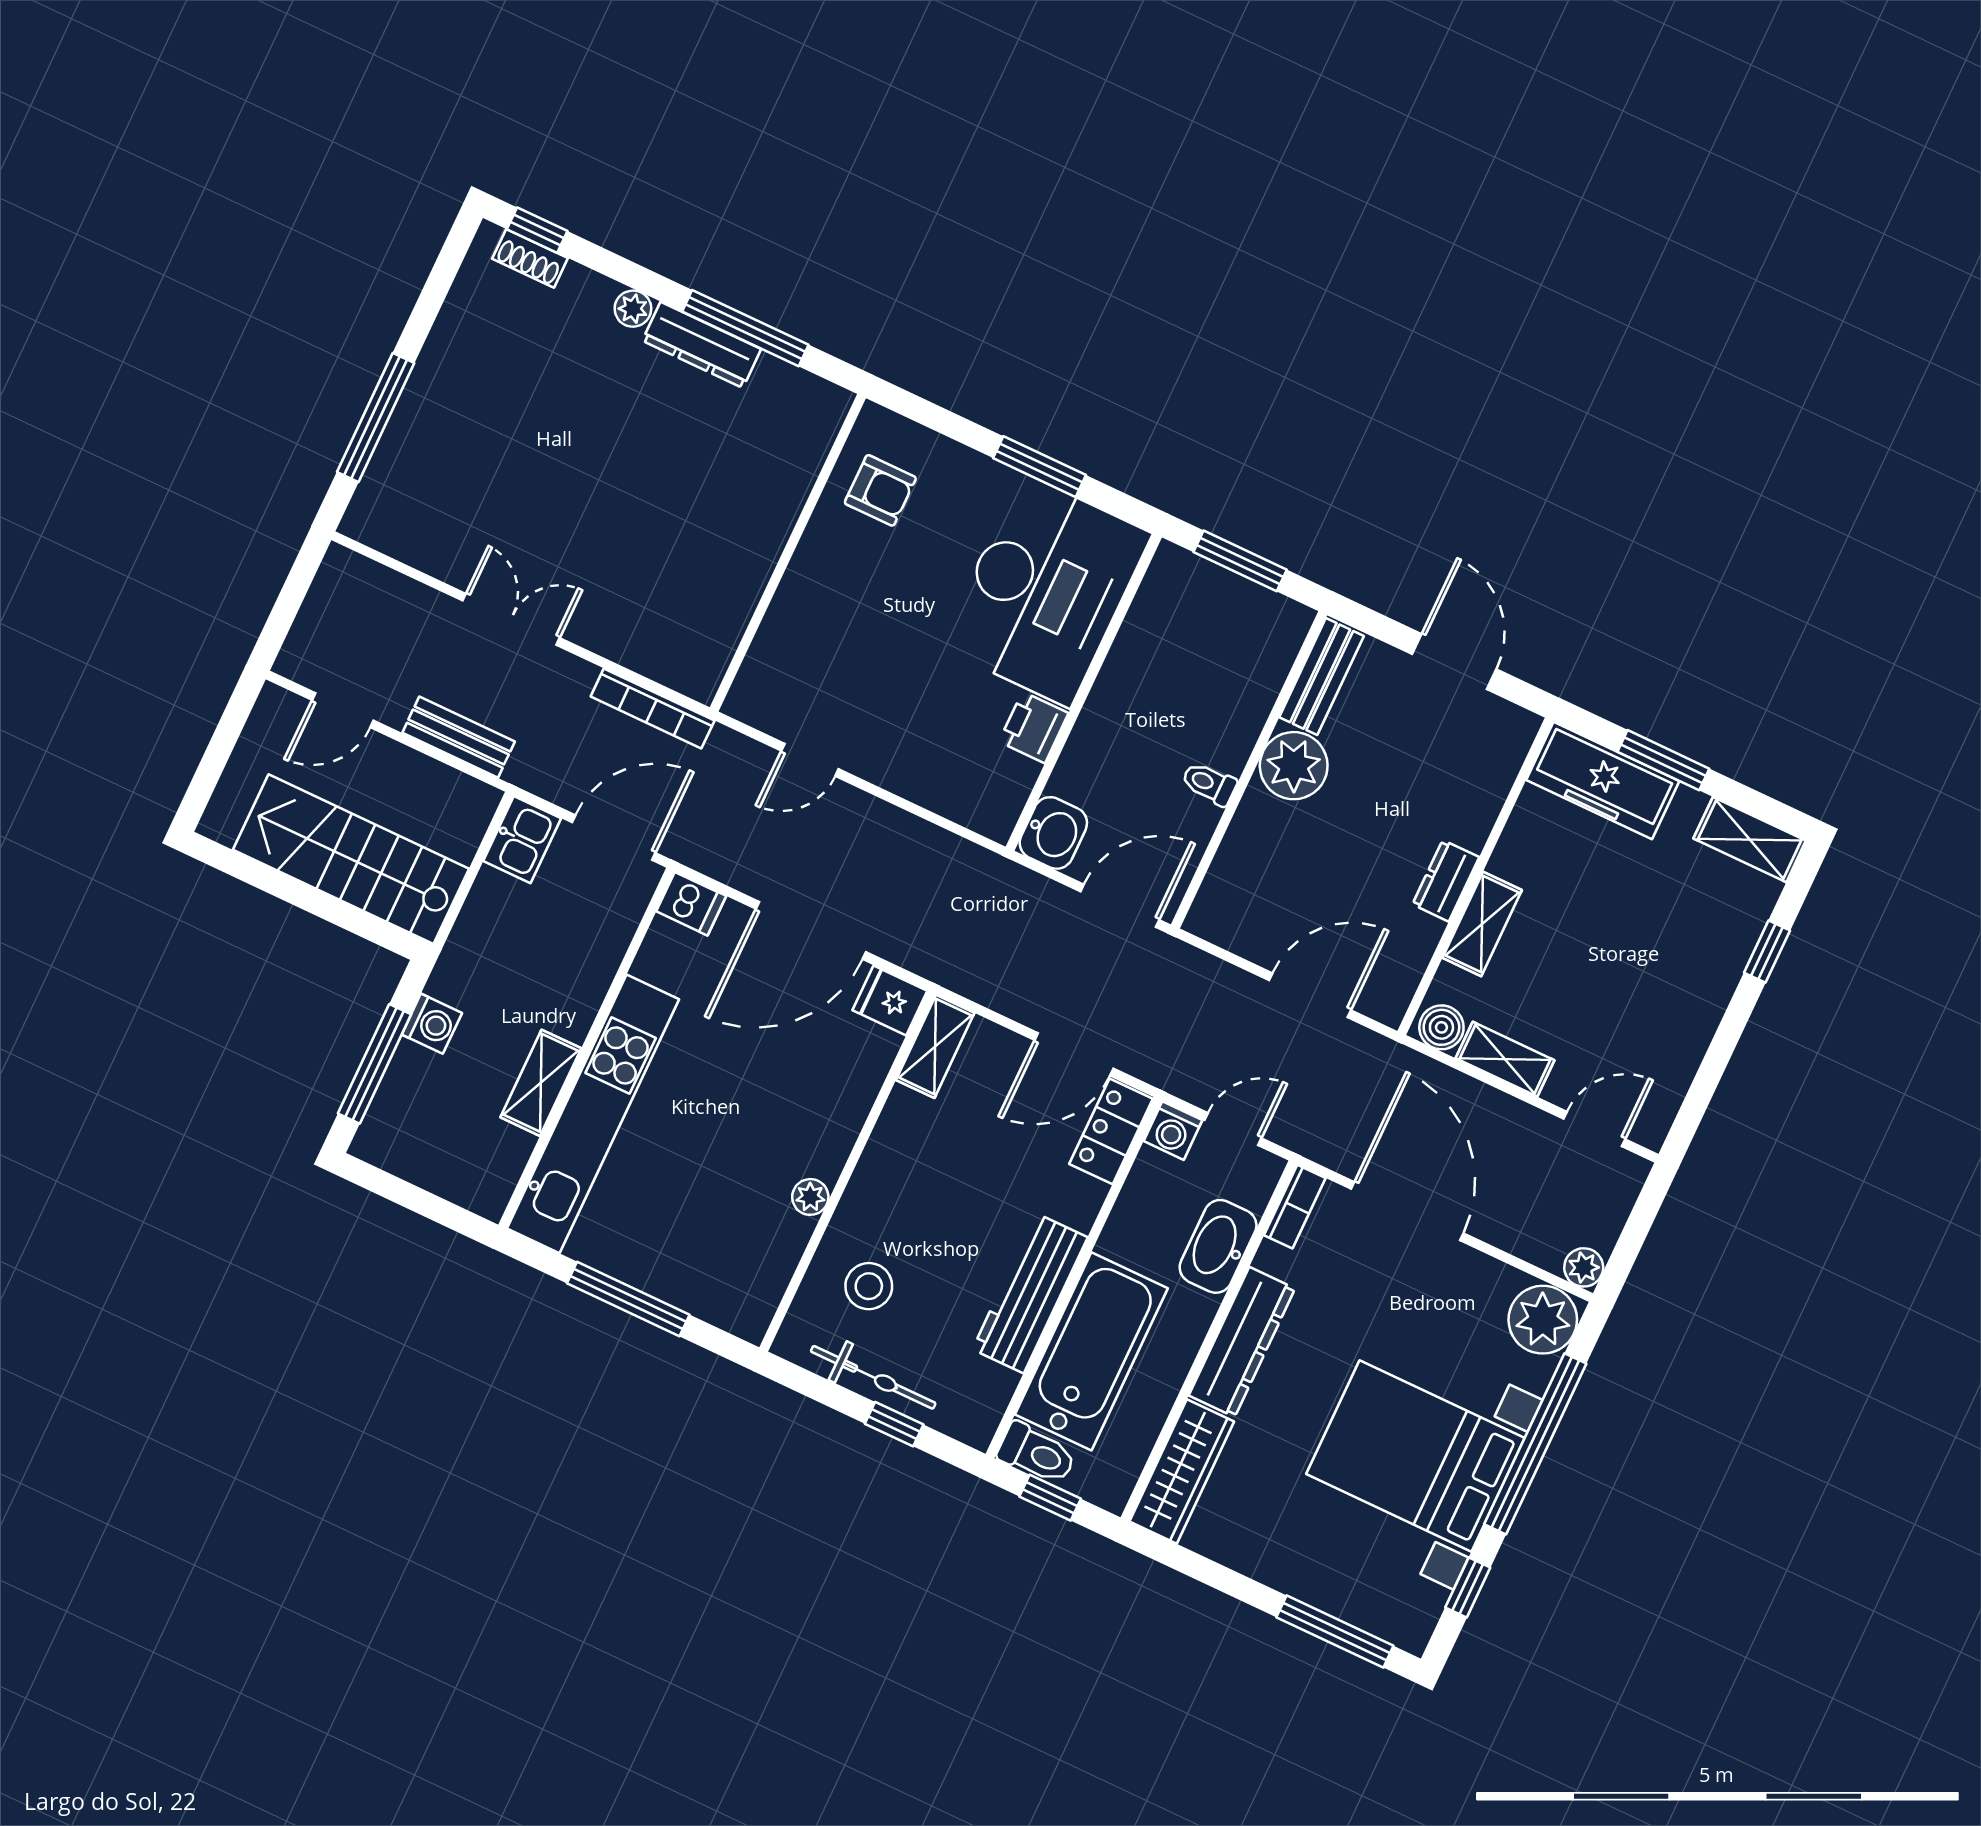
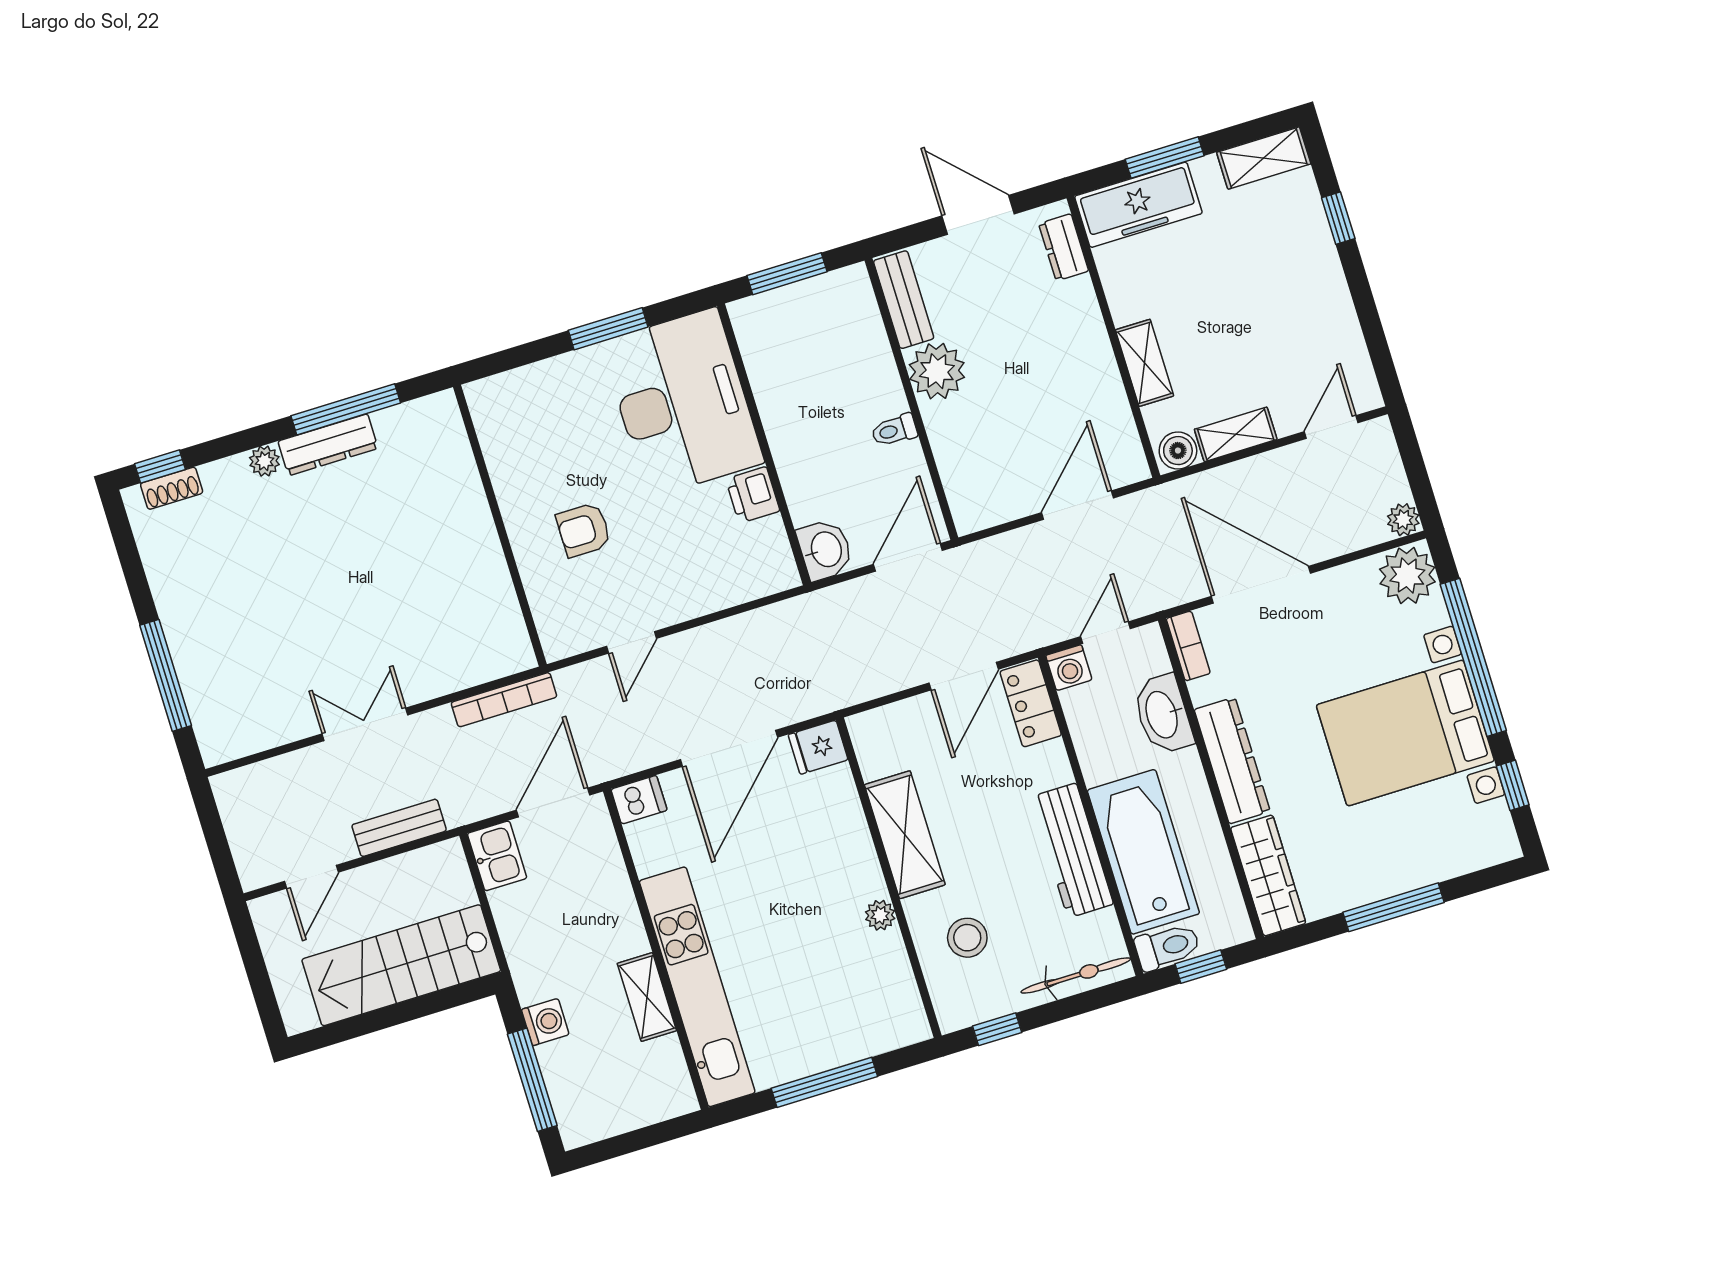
armchair: (880, 490) -> (584, 530), moved, turned 180
dresser: (1446, 881) -> (1064, 247), moved
shelving: (935, 1046) -> (905, 835), moved, width x1.50, depth x1.33
bicycle: (873, 1377) -> (1076, 975), moved
window: (894, 1424) -> (997, 1029), moved
window: (1335, 1632) -> (1394, 907), moved

